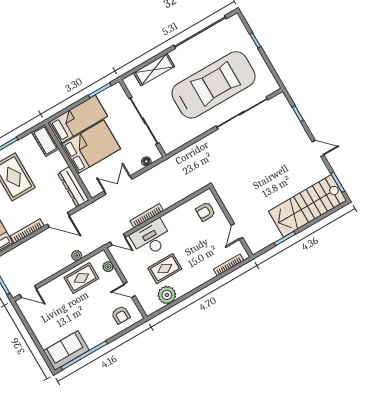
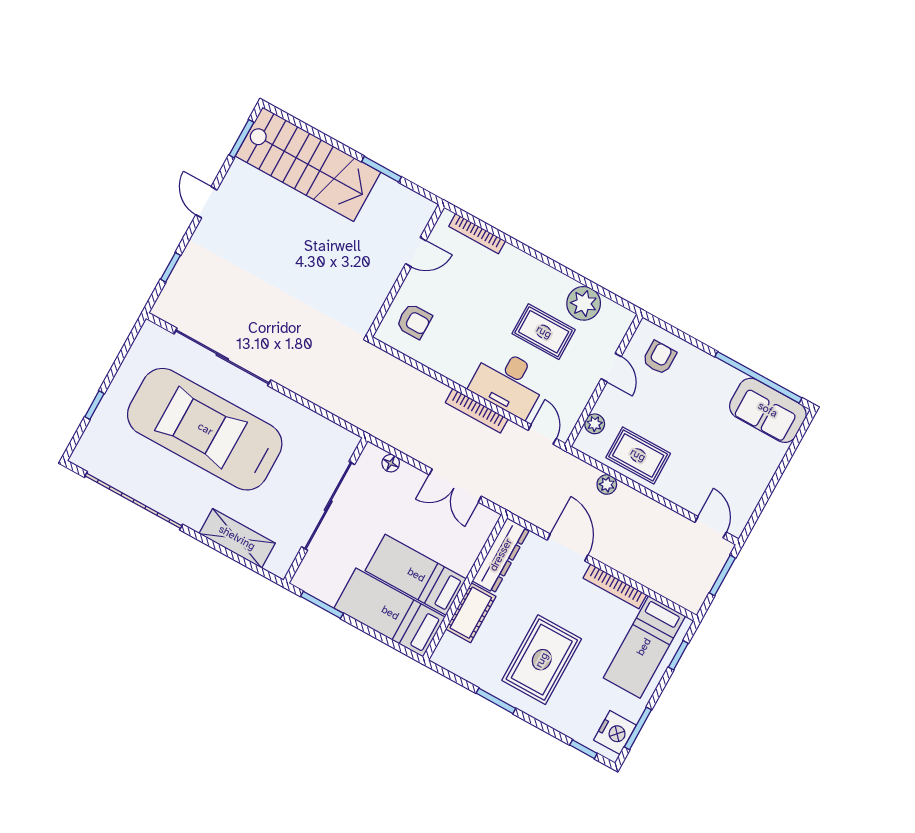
cot: (45, 140) -> (471, 613), moved
bed: (91, 147) -> (416, 575), width x0.67

